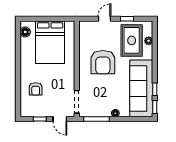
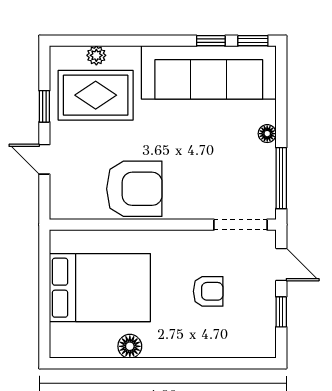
floor lamp: (25, 32) -> (130, 346), moved
armchair: (103, 62) -> (134, 189), moved
armchair: (36, 89) -> (208, 291), moved
door: (60, 119) -> (281, 264), hinge flipped

